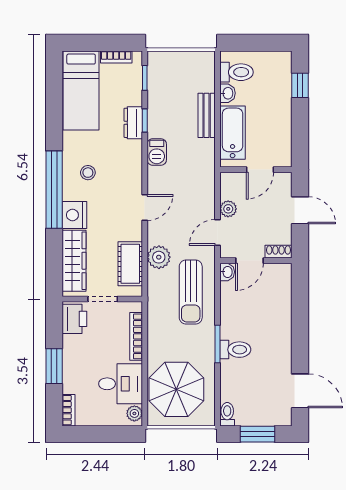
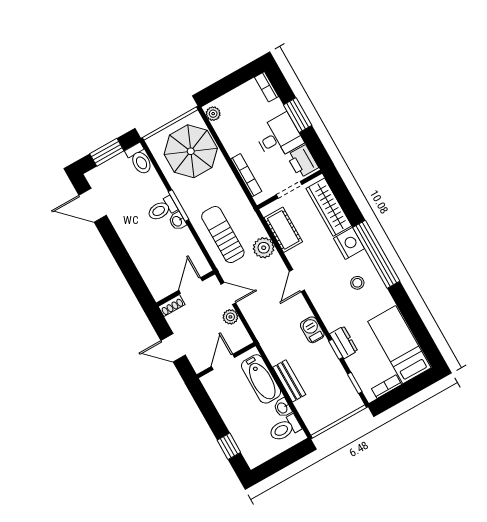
door: (217, 233) -> (228, 293), hinge flipped
washbasin: (227, 272) -> (177, 221), moved
desk: (121, 384) -> (279, 137), moved, turned 180
toilet: (227, 414) -> (139, 159), width x1.37, depth x1.39

